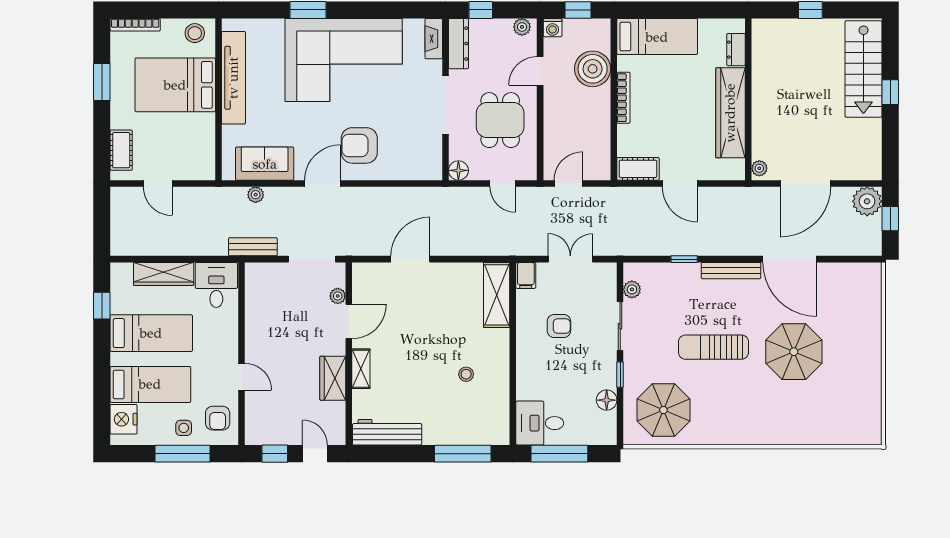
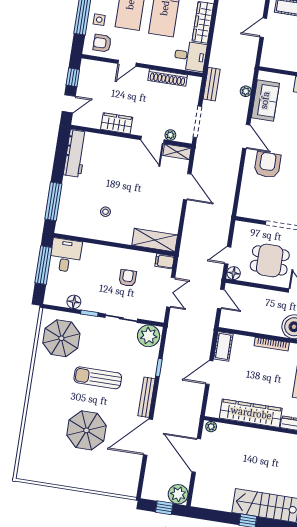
floor lamp: (458, 170) -> (234, 273), moved
plant: (632, 289) -> (149, 336), width x1.87, depth x1.87
shoe rack: (254, 313) -> (168, 78), added
armchair: (559, 326) -> (128, 278), turned 180
sun lounger: (713, 347) -> (98, 378), turned -90
shelving: (361, 369) -> (177, 152), moved

